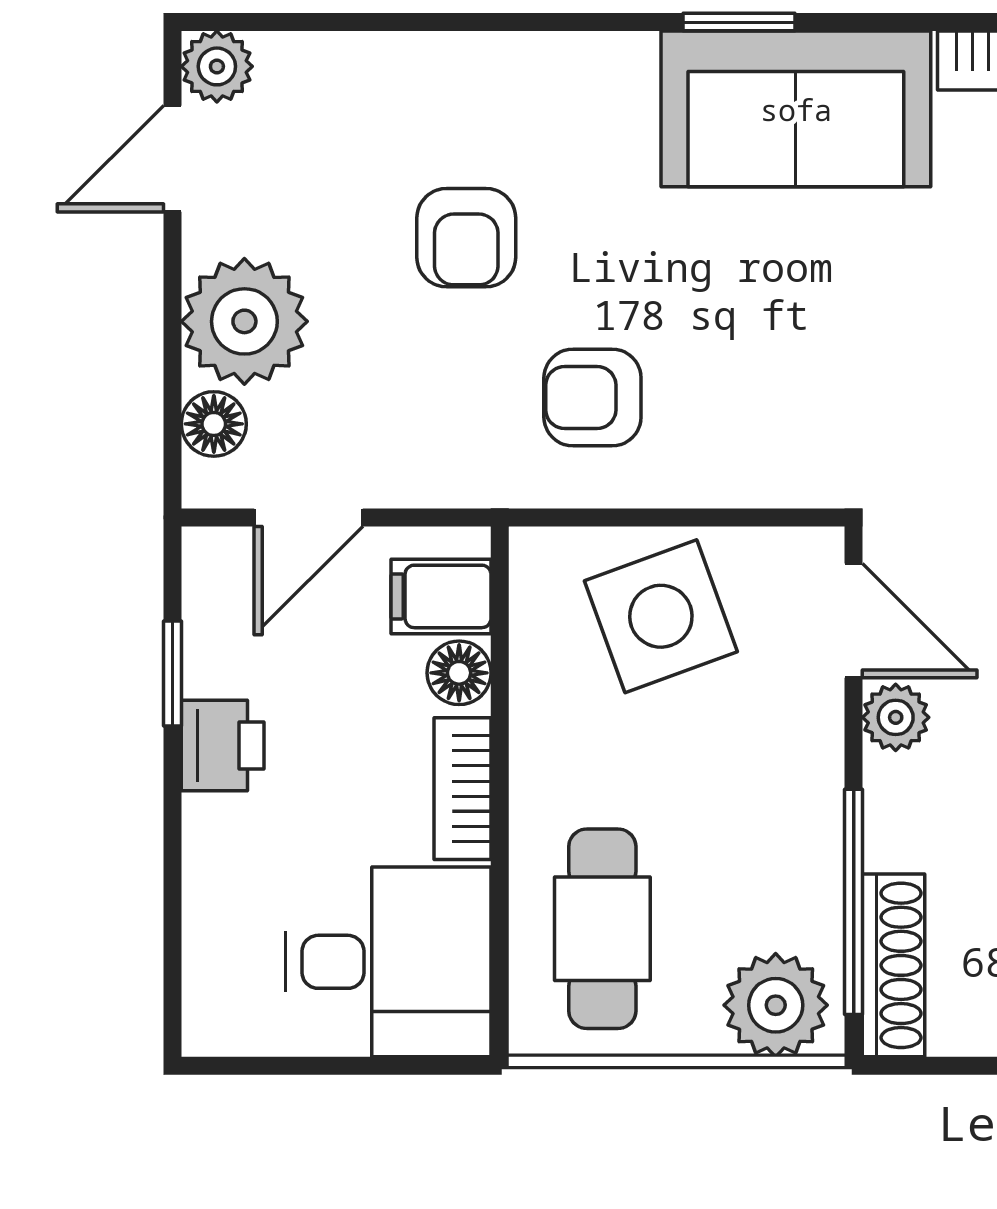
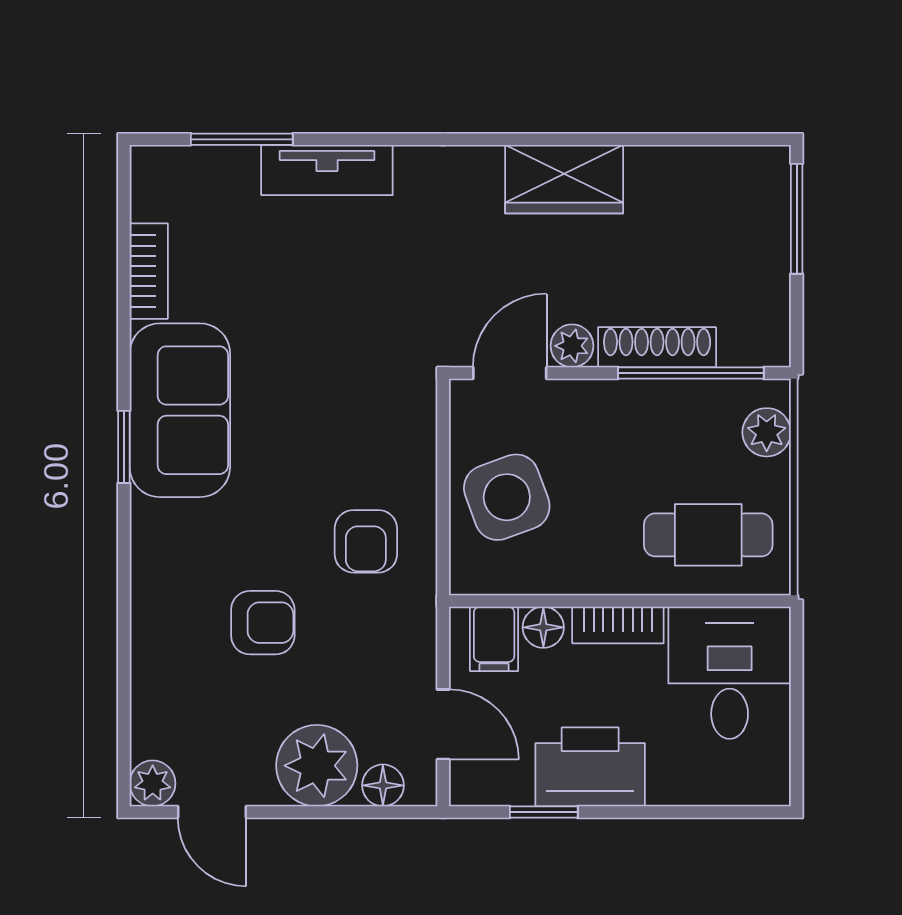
printer: (223, 746) -> (590, 767), width x1.87, depth x1.48
shoe rack: (894, 965) -> (657, 347), moved
plant: (776, 1005) -> (767, 432), width x0.73, depth x0.73

